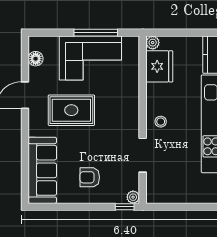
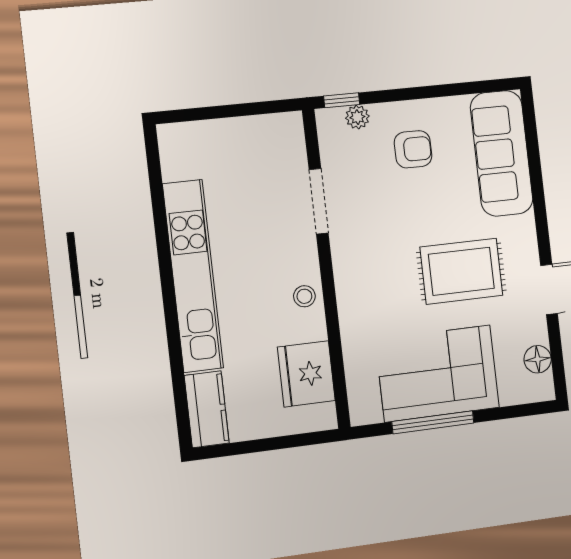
plant: (153, 43) -> (324, 418), removed
stool: (161, 122) -> (304, 296), moved
plant: (133, 197) -> (357, 117), moved

